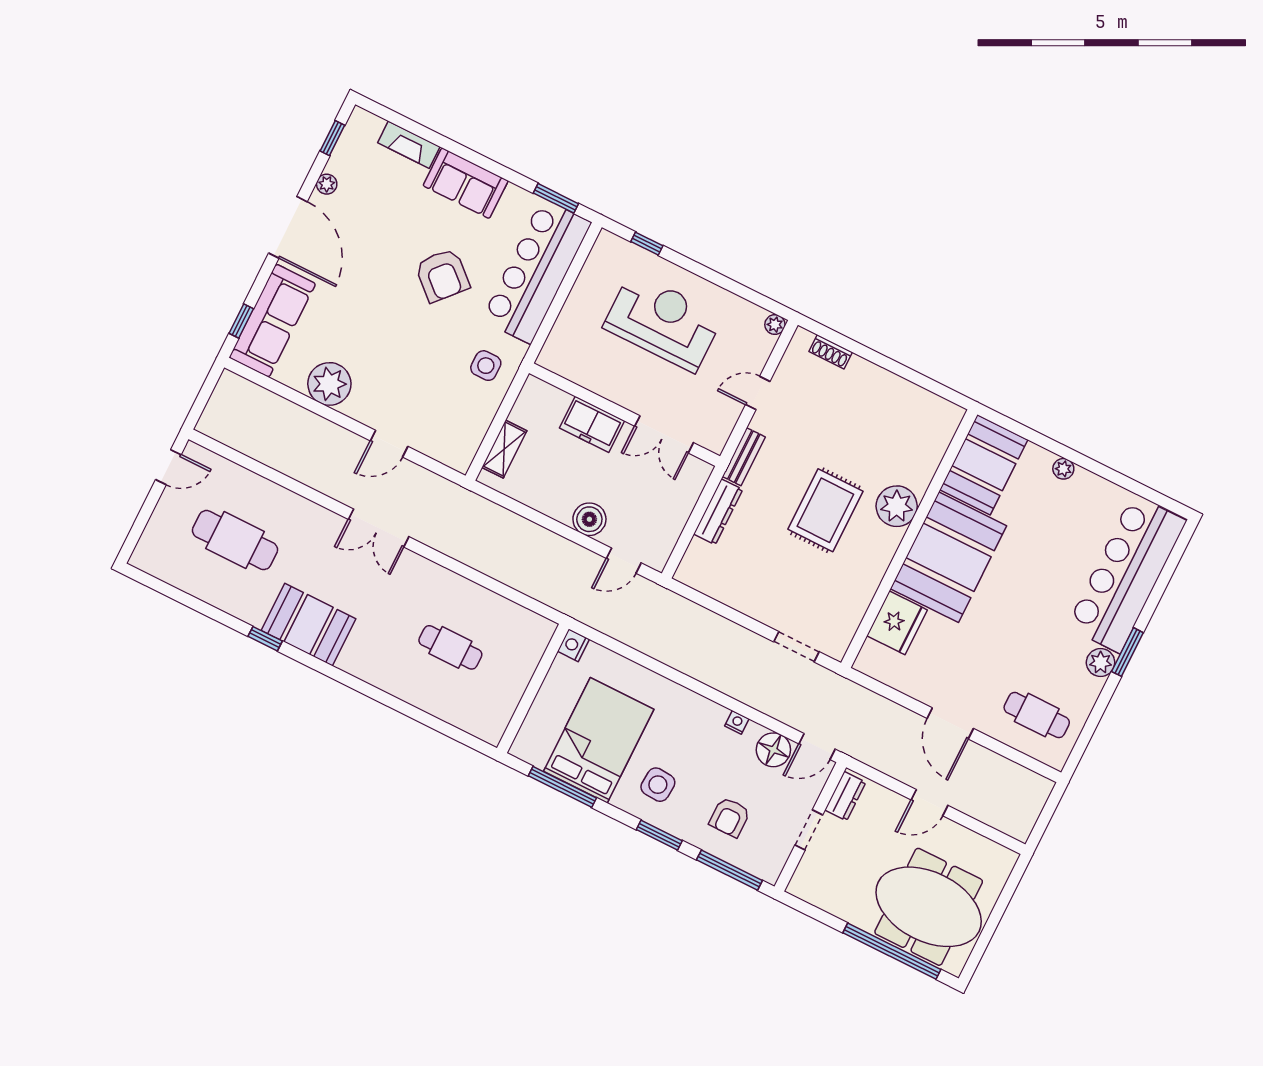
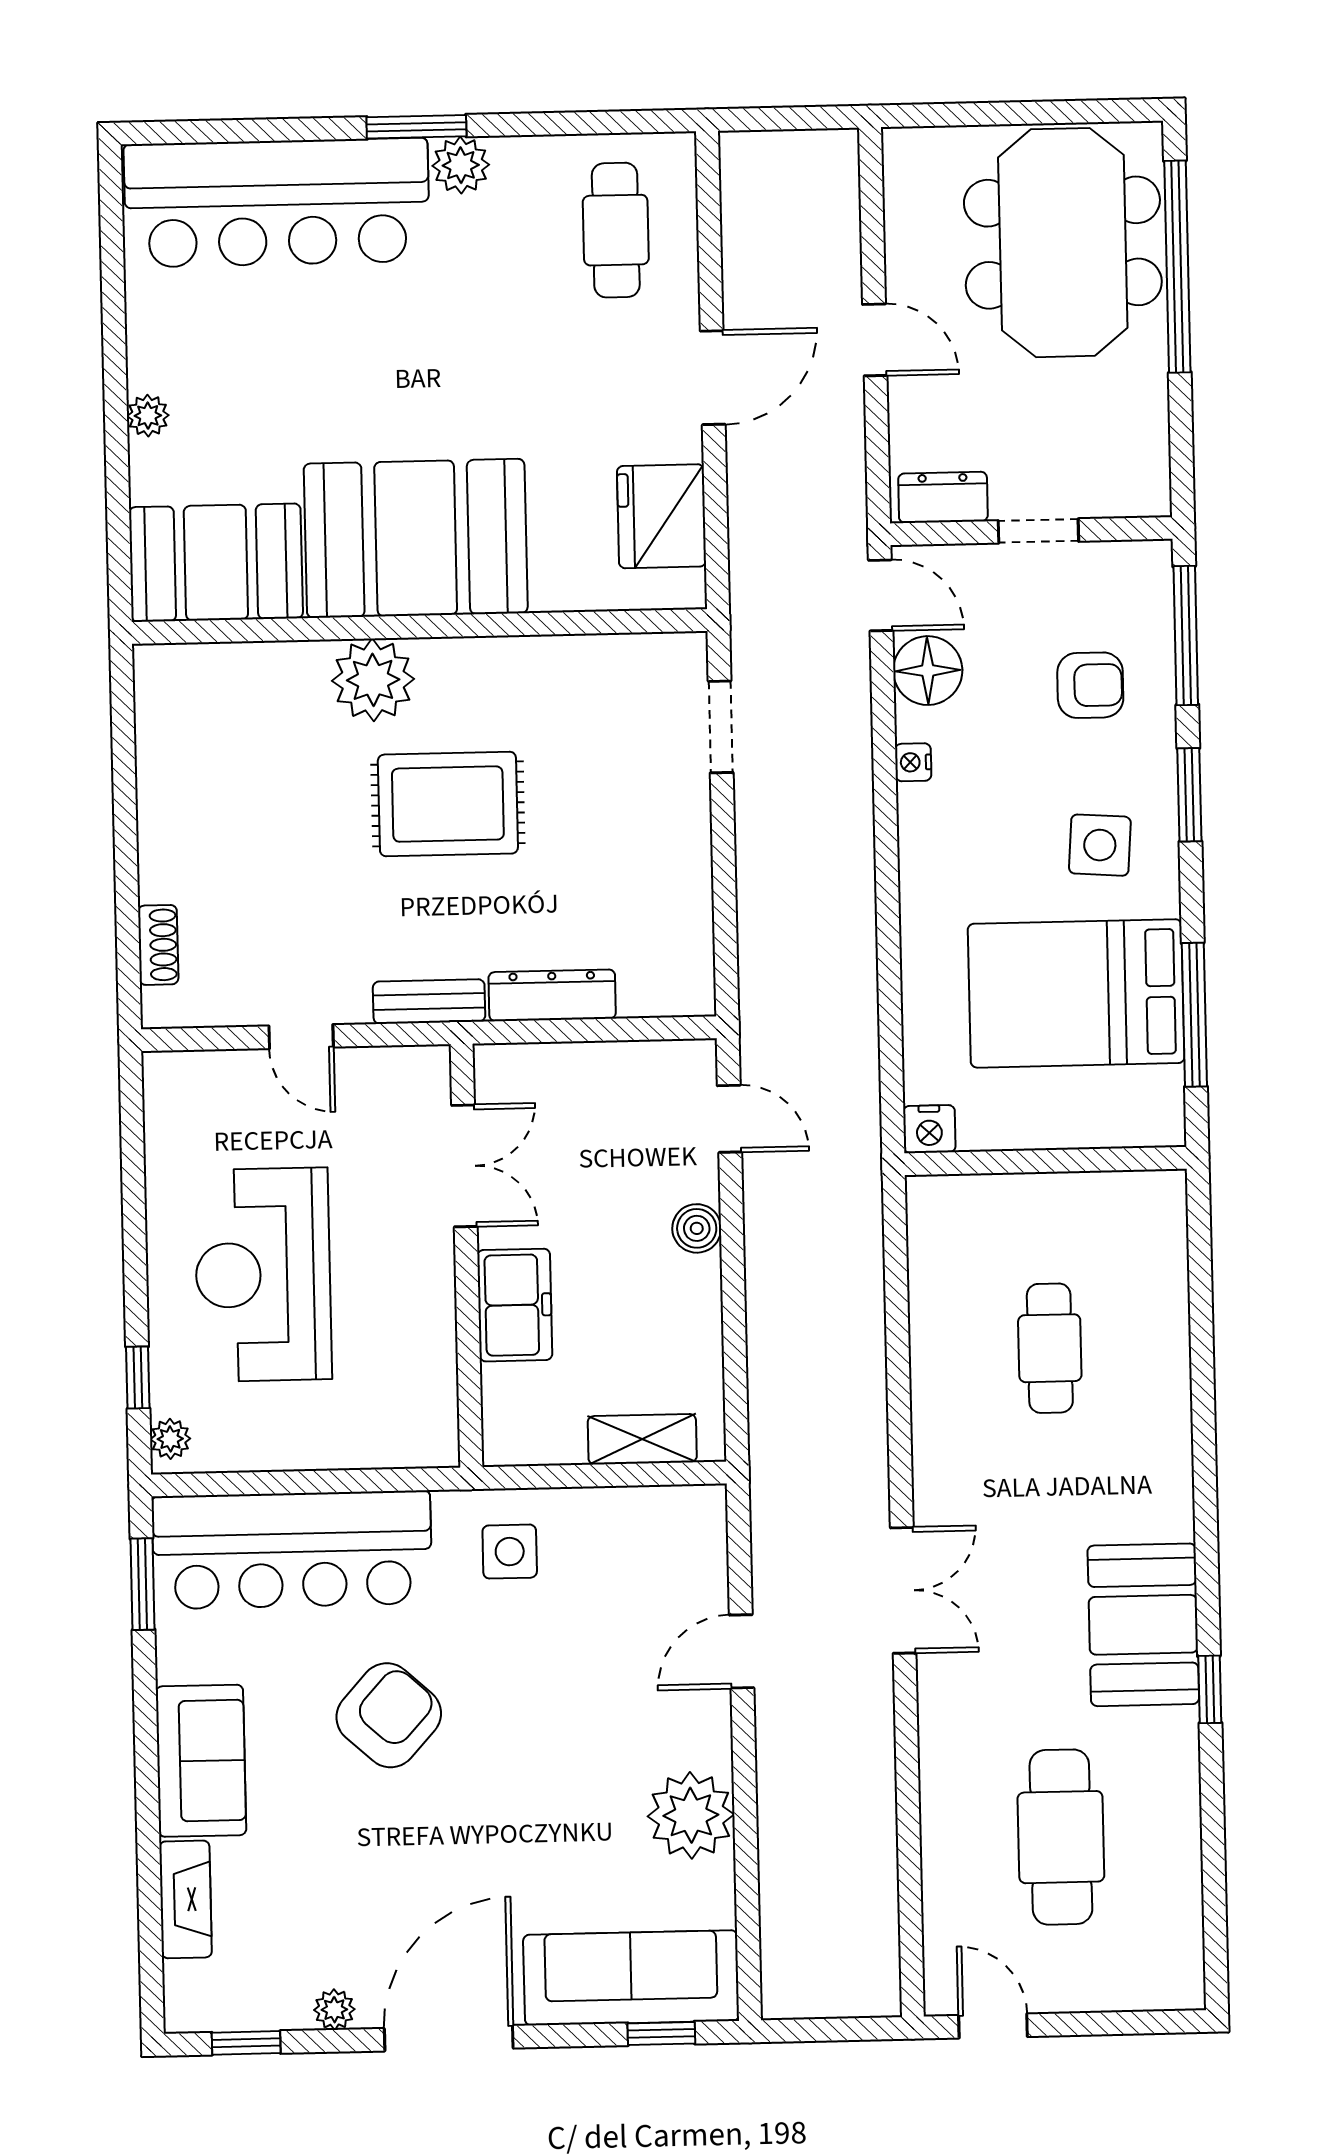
plant: (775, 325) -> (170, 1439), moved
door: (389, 444) -> (742, 1651), swing flipped
boiler: (589, 519) -> (697, 1228), width x0.73, depth x0.73
fridge: (897, 623) -> (662, 516), moved, turned -90

